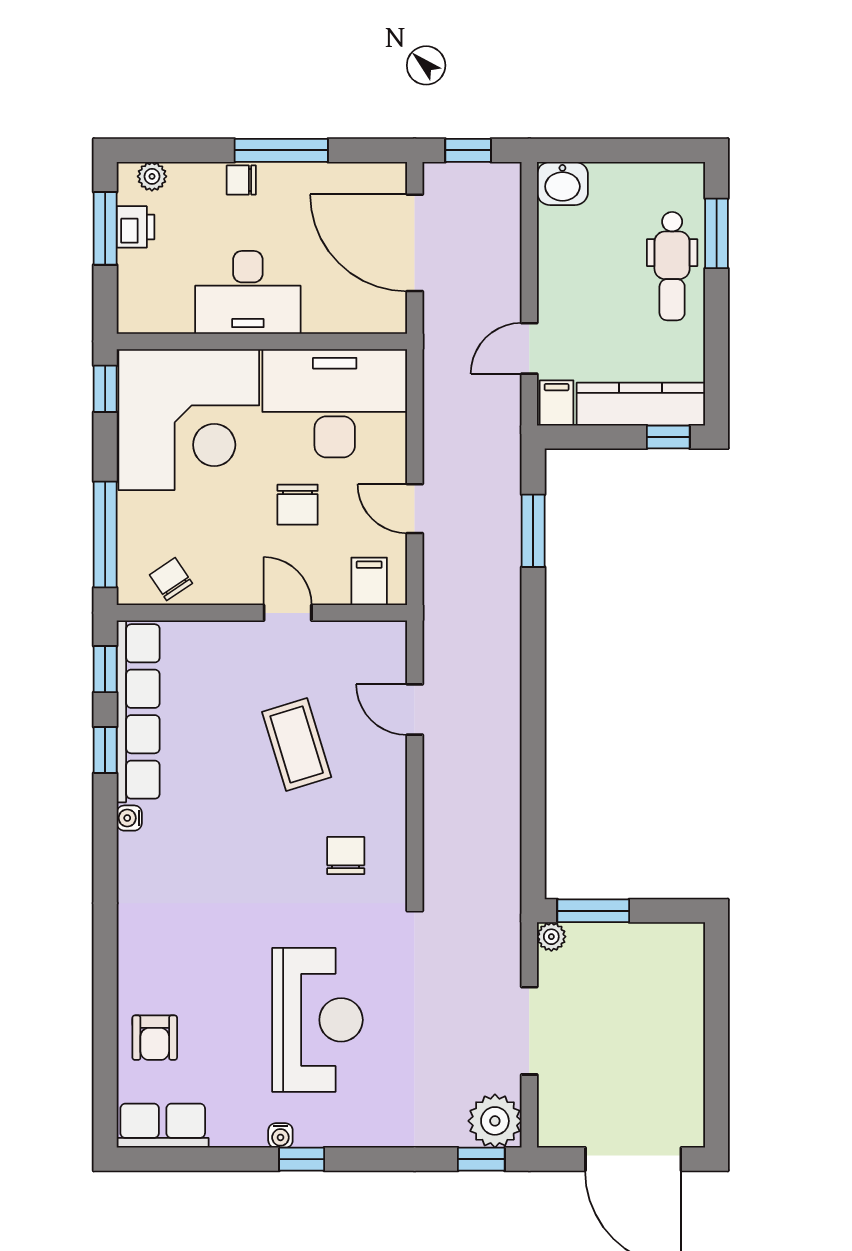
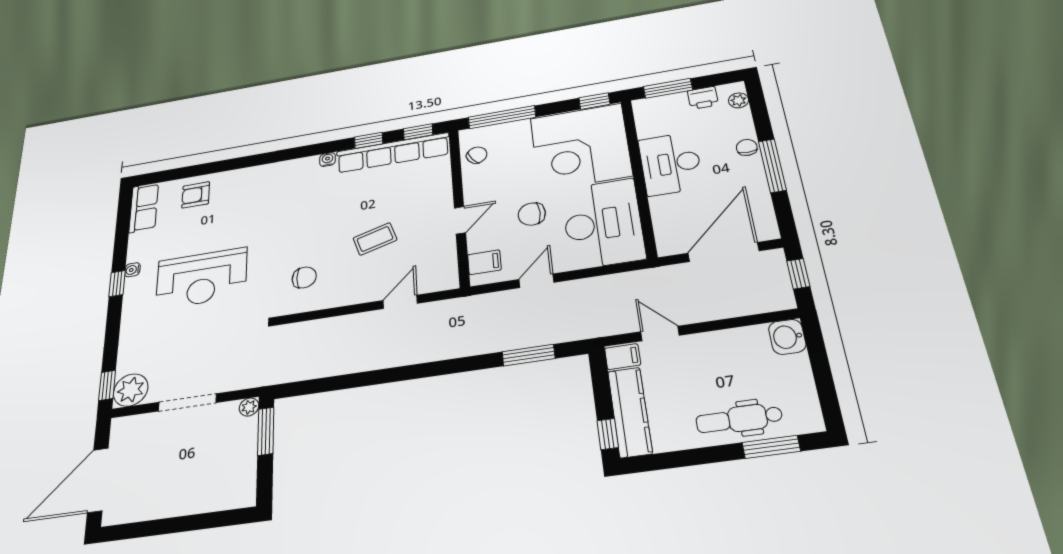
window: (105, 228) -> (668, 88), moved
coffee table: (297, 744) -> (375, 239), width x0.73, depth x0.77

